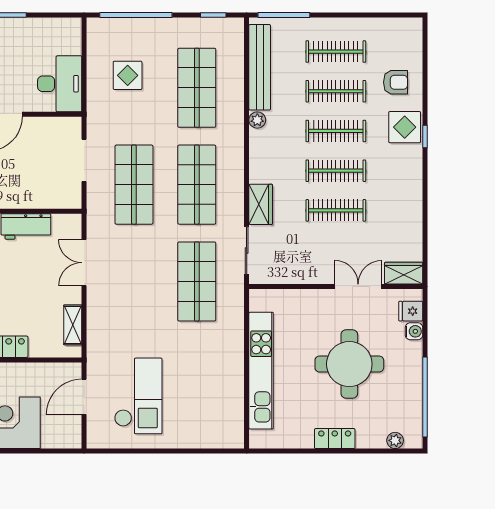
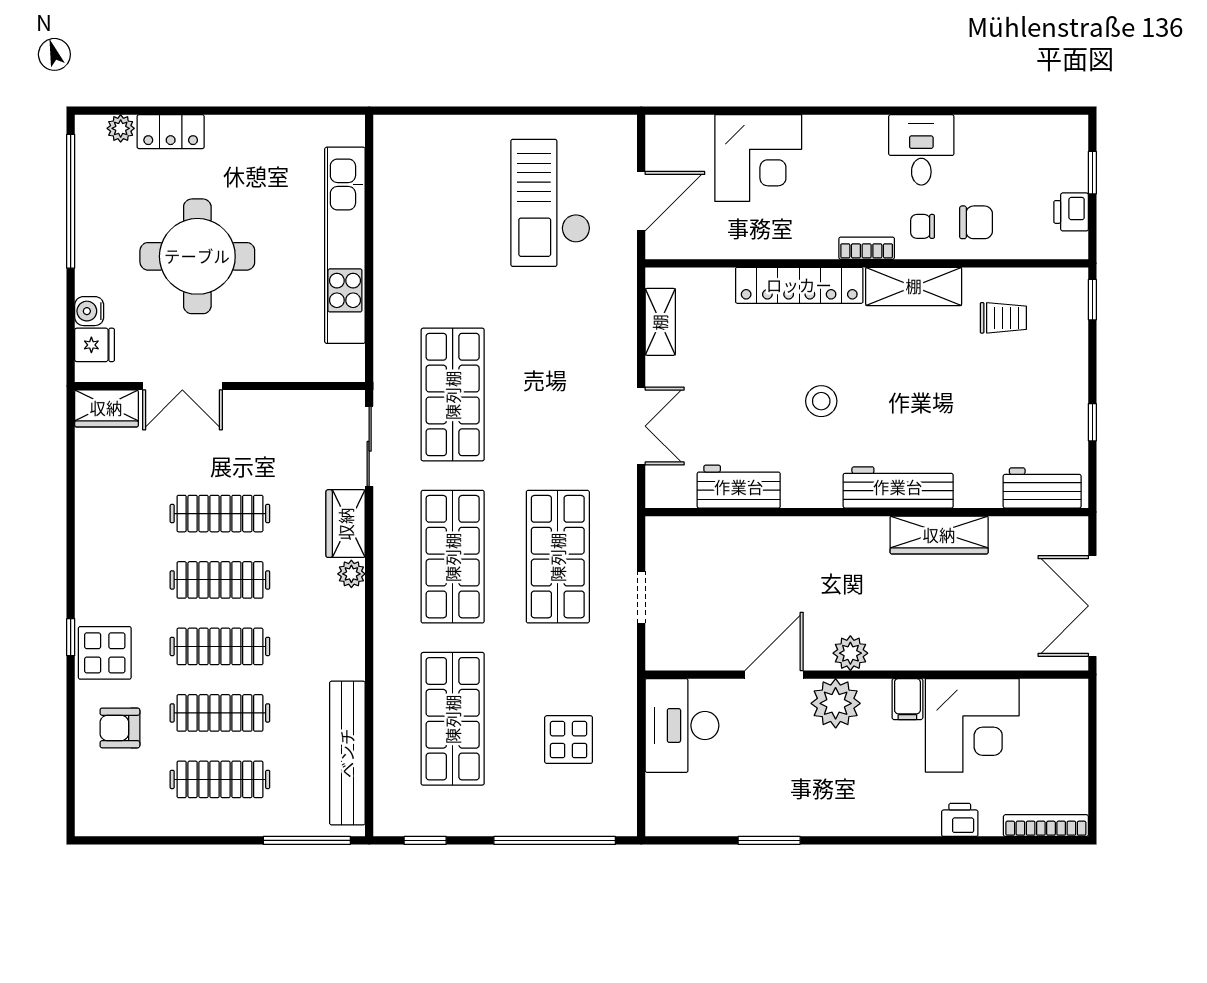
plant: (257, 120) -> (351, 574), moved
doorway: (84, 160) -> (641, 597), width x0.73
locker: (335, 439) -> (171, 132), moved

